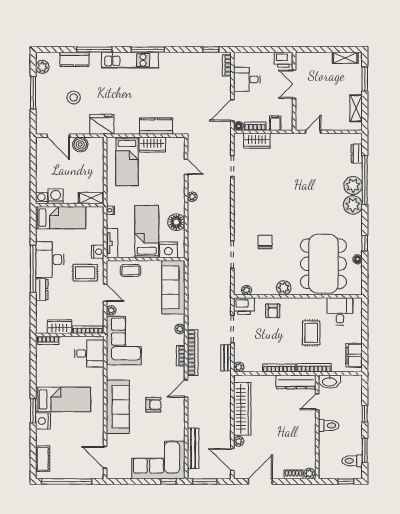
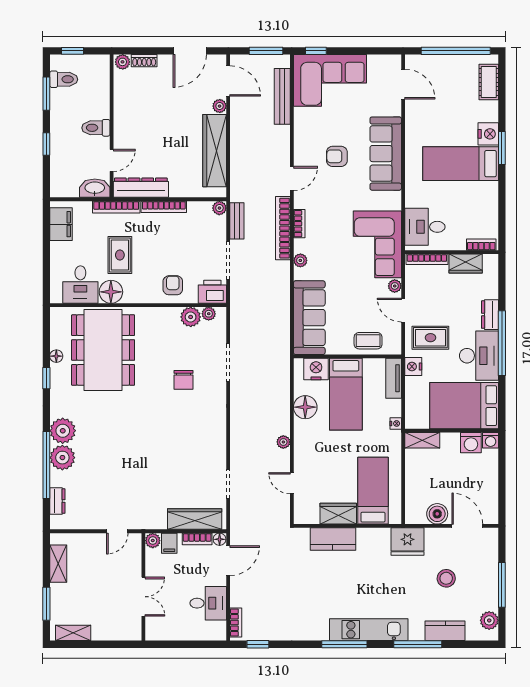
printer: (284, 60) -> (158, 630), removed
plant: (287, 125) -> (153, 541), added
wardrobe: (257, 141) -> (195, 519), width x1.50
bed: (61, 218) -> (464, 406), width x1.50
plant: (284, 288) -> (191, 317), moved
floor lamp: (318, 306) -> (111, 292), added

